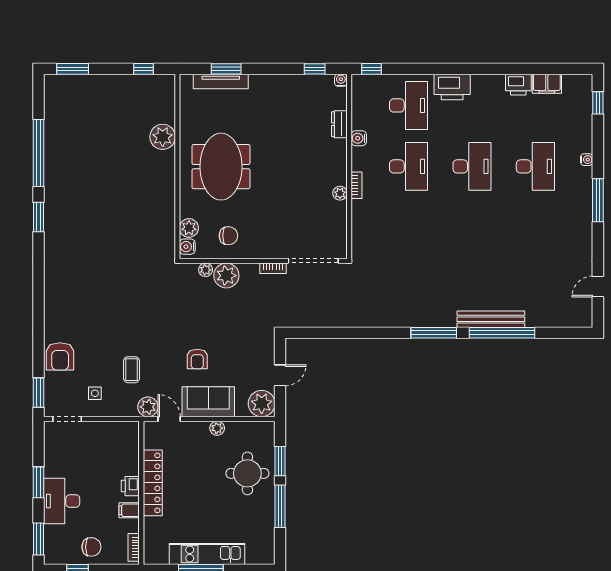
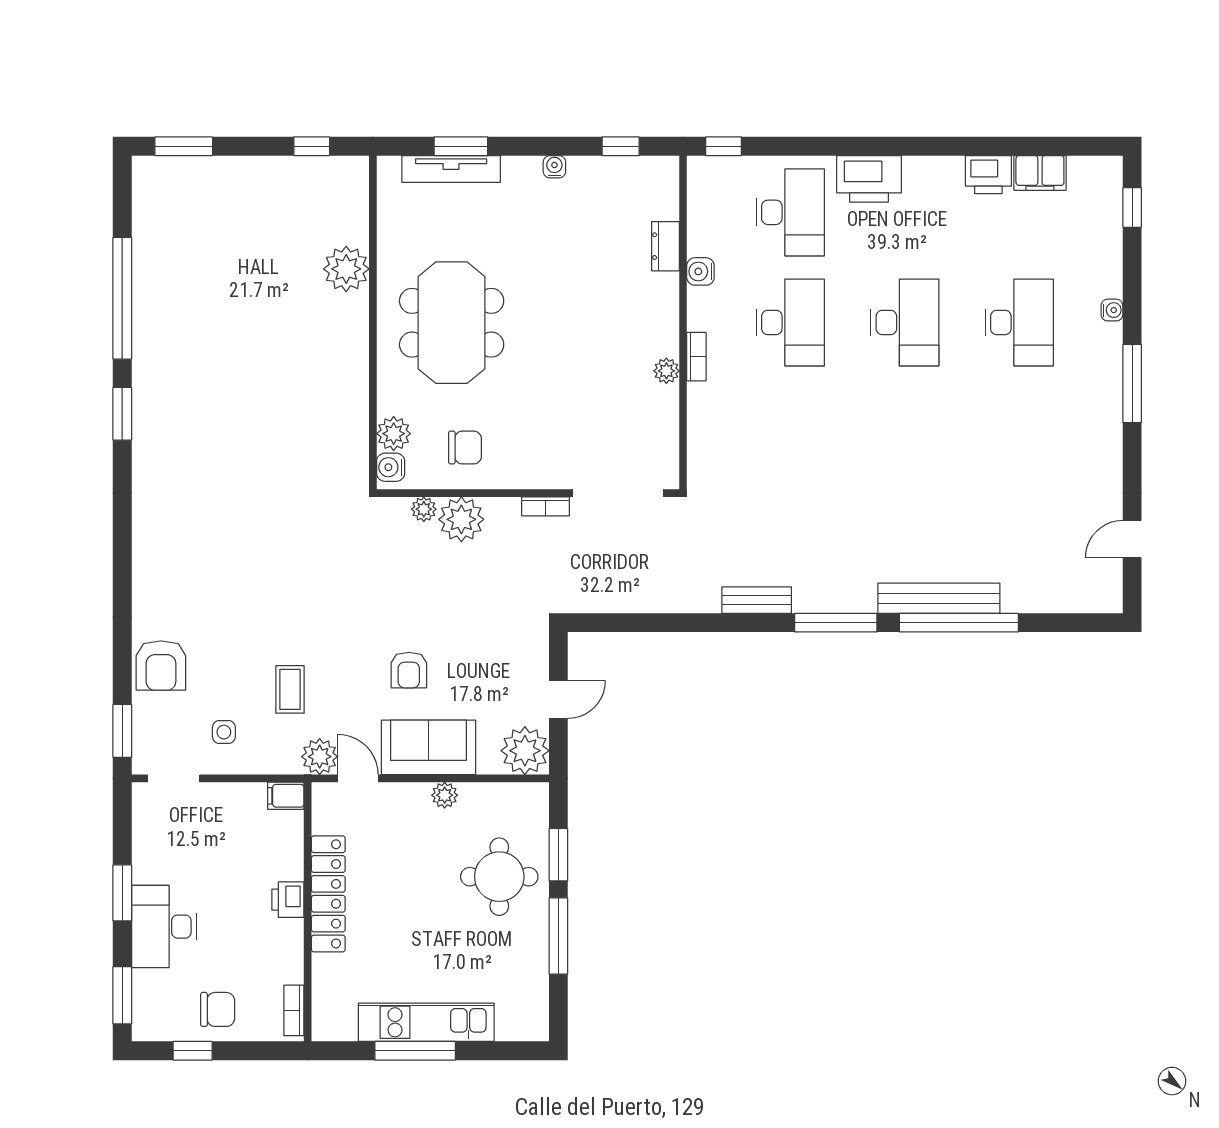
water cooler: (341, 80) -> (554, 167), moved
bench: (390, 320) -> (757, 600), added
filing cabinet: (129, 510) -> (286, 796), moved

